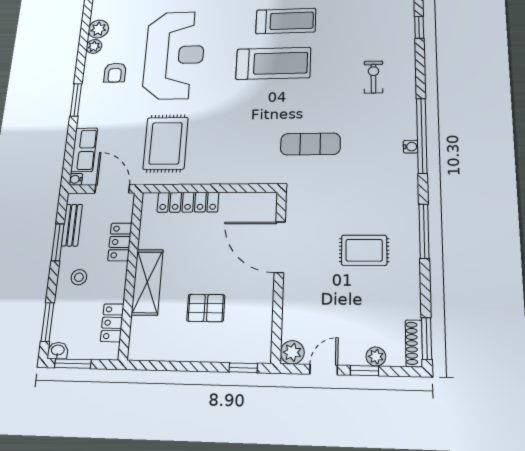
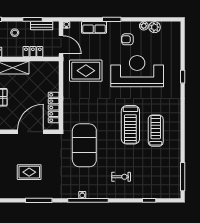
treadmill: (286, 21) -> (156, 131), turned 180
reception desk: (174, 55) -> (137, 71), turned 180
exercise mat: (310, 144) -> (84, 145), width x2.00, depth x1.45
row of seats: (84, 150) -> (94, 27), moved
door: (112, 189) -> (61, 45), hinge flipped
locker: (188, 202) -> (54, 107), moved
rug: (364, 250) -> (29, 172), turned 90

